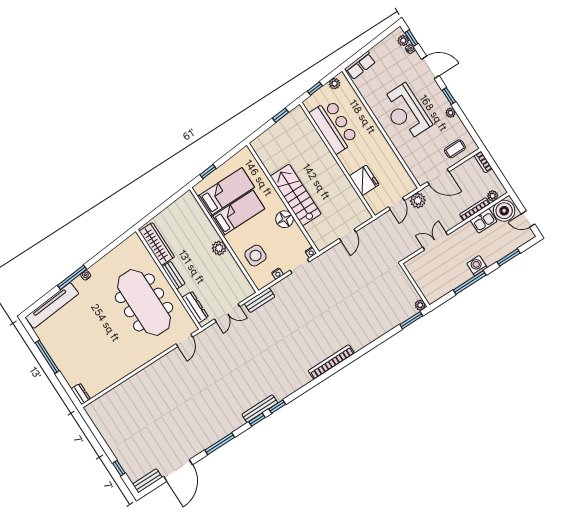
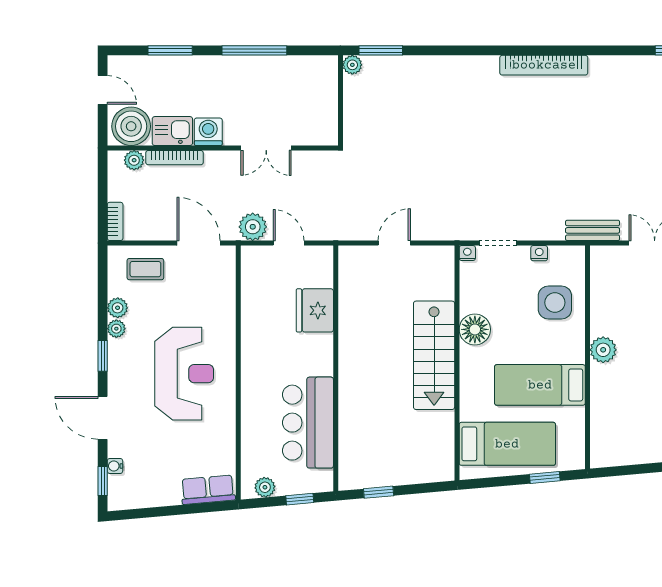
plant: (403, 40) -> (118, 308), moved
bed: (226, 192) -> (507, 444), moved, turned 180
door: (396, 204) -> (289, 243), hinge flipped
washing machine: (477, 266) -> (208, 132), moved, turned 180

